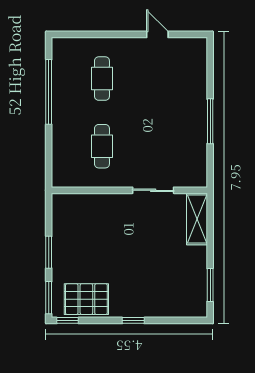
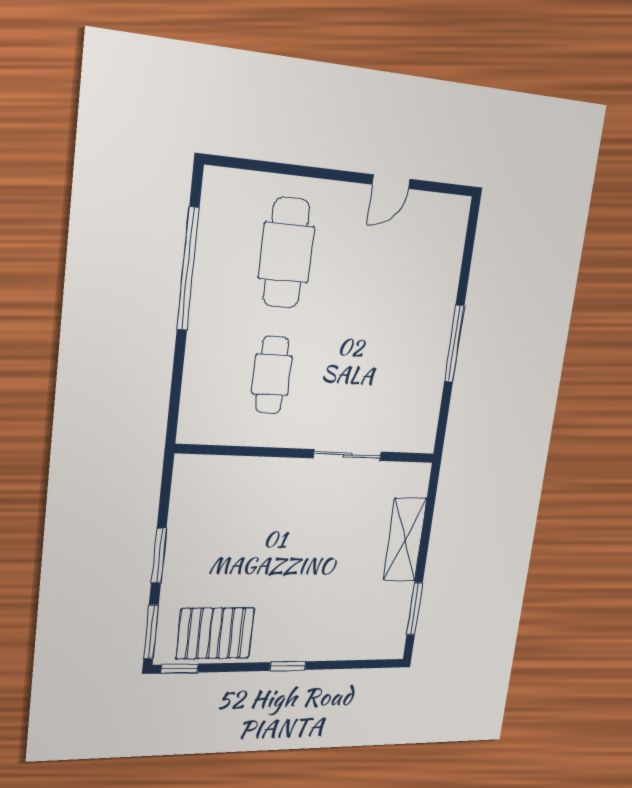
door: (157, 34) -> (391, 182), swing flipped
cafe table: (102, 79) -> (286, 253), width x1.37, depth x1.35
shelving: (197, 219) -> (405, 539), moved

